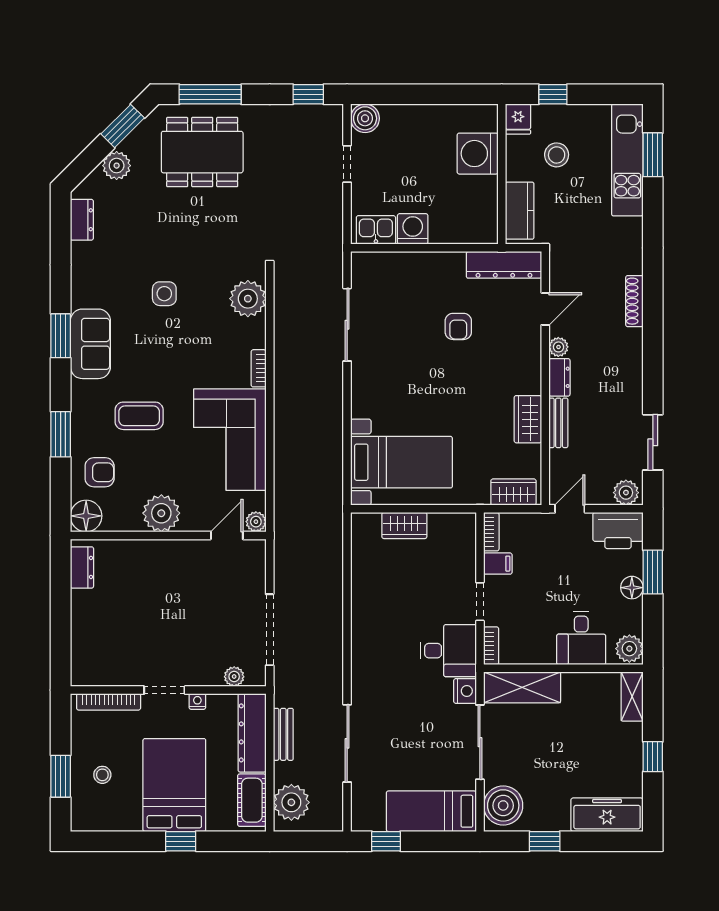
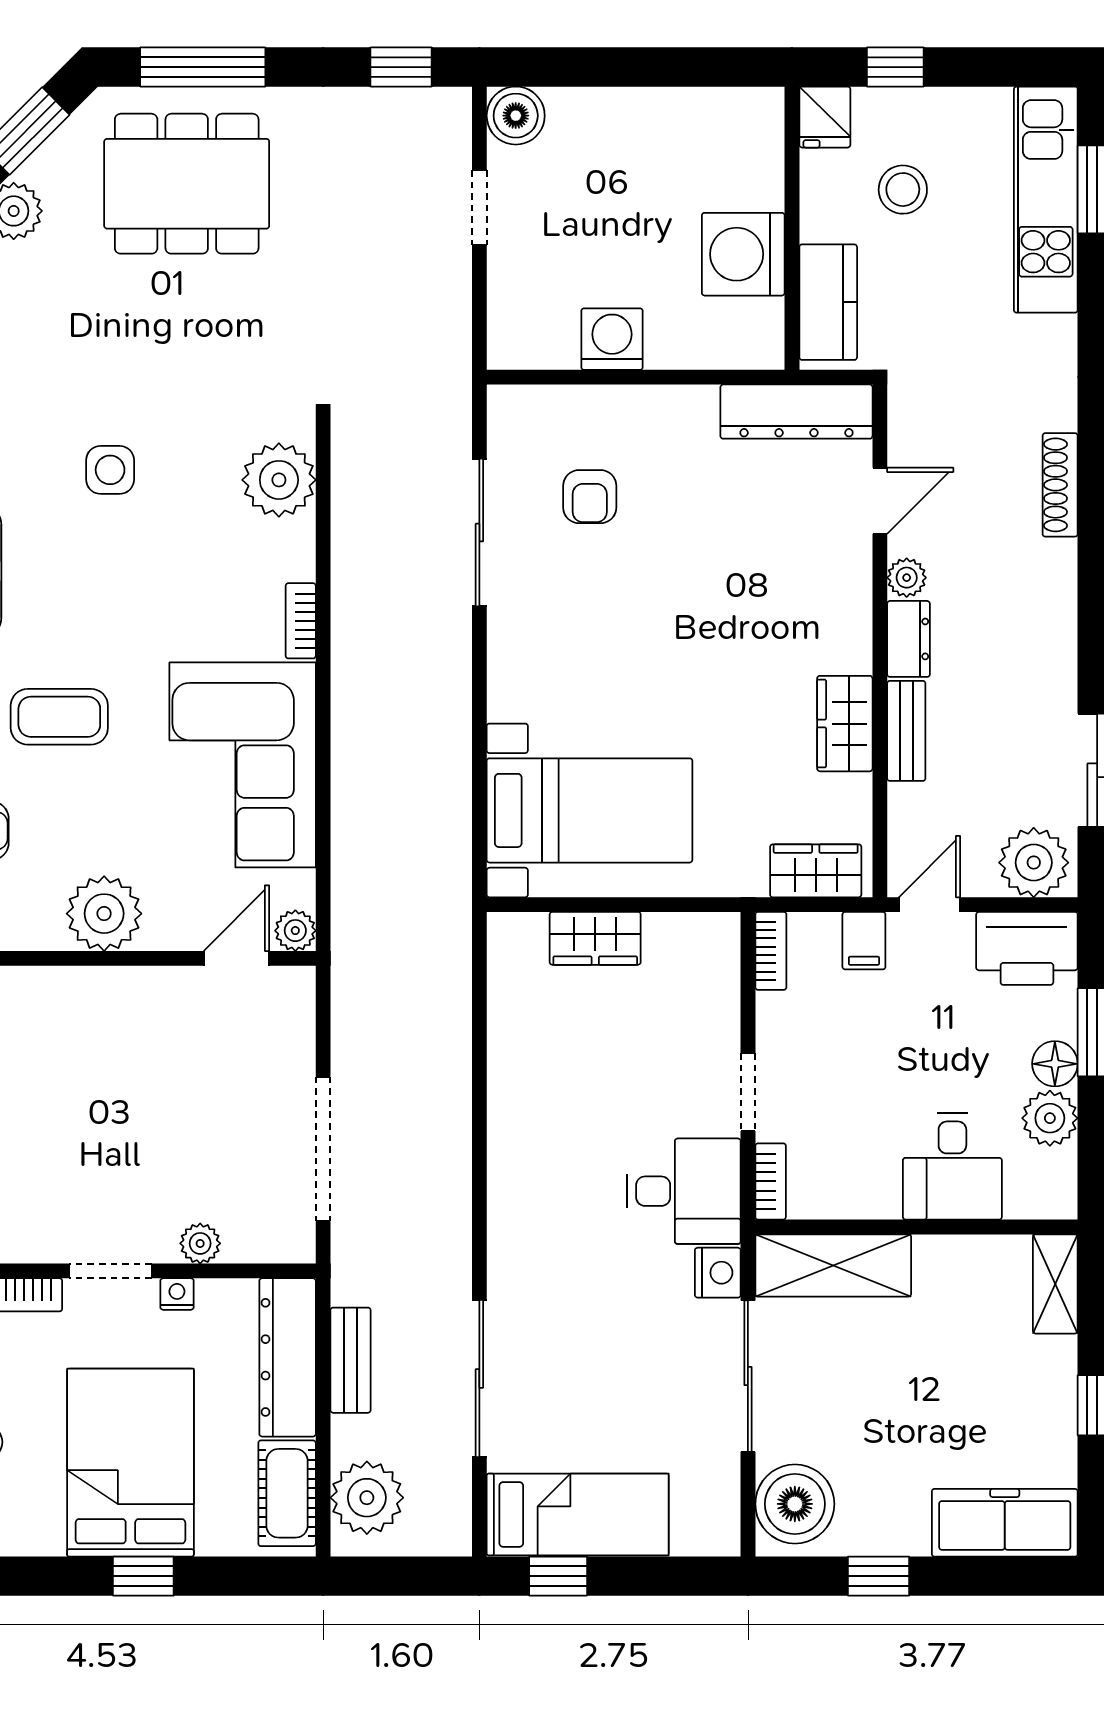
washing machine: (478, 154) -> (743, 254), moved
kitchen sink: (376, 230) -> (538, 341), removed
armchair: (458, 326) -> (590, 497), moved
plant: (626, 493) -> (1034, 863), width x1.36, depth x1.36
filing cabinet: (498, 564) -> (864, 941), moved, turned 90
plant: (629, 649) -> (1050, 1118), moved
plant: (234, 677) -> (200, 1243), moved
bed: (431, 811) -> (578, 1514), moved, turned 180

